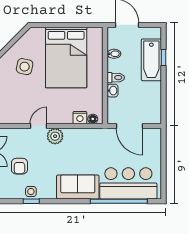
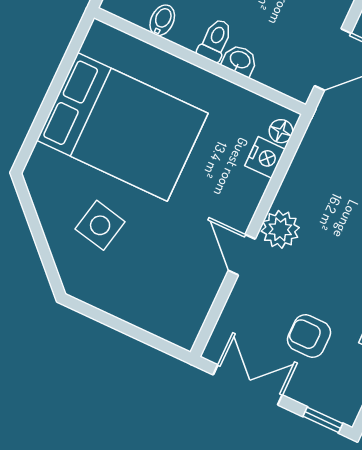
armchair: (19, 166) -> (309, 336), turned 180

